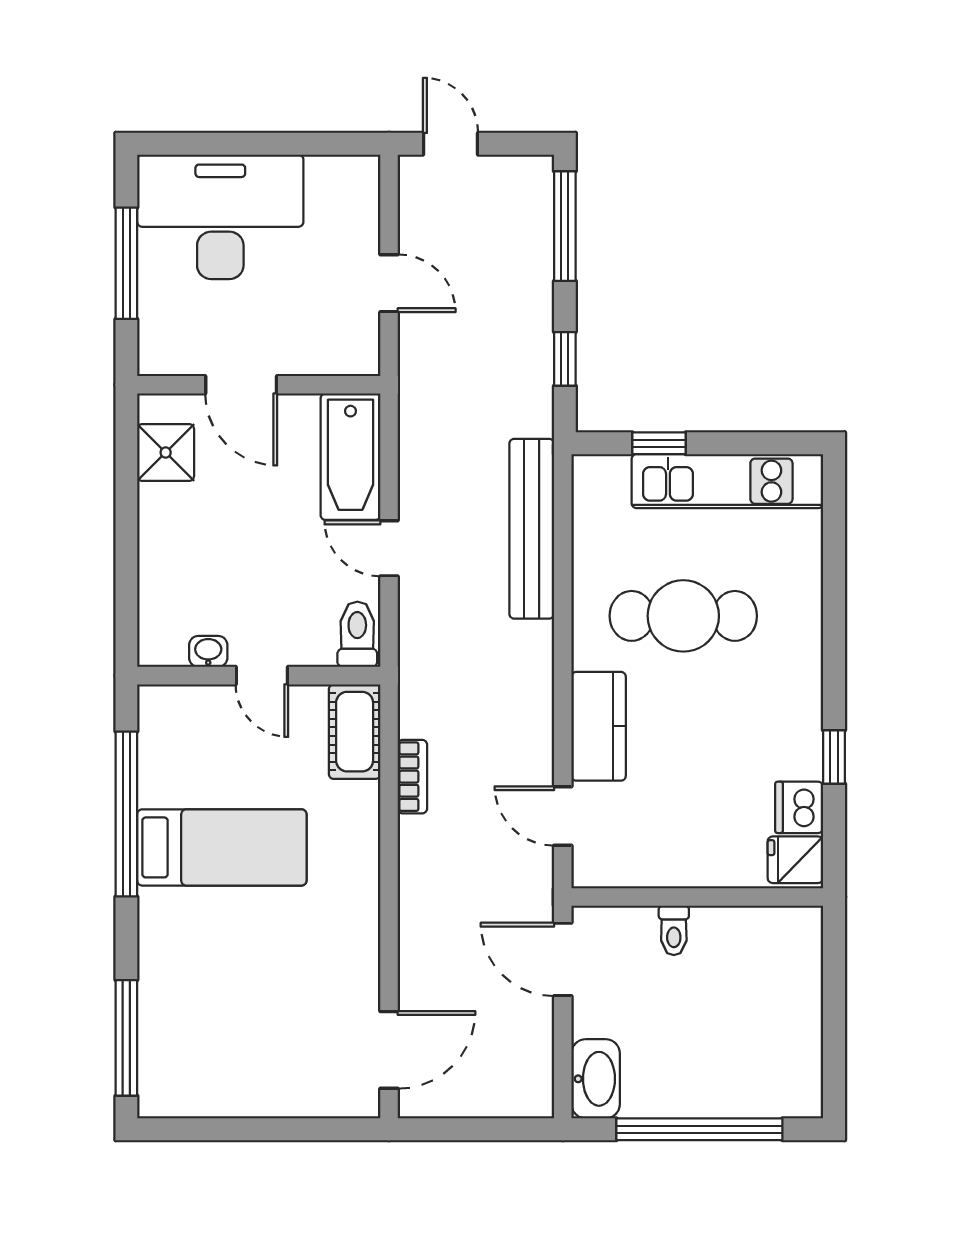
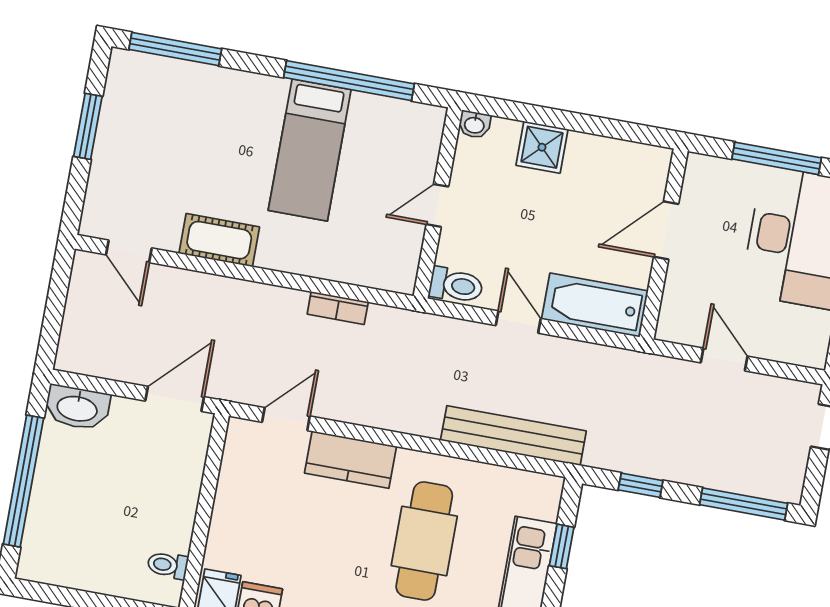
door: (389, 283) -> (724, 359), swing flipped
shower: (166, 453) -> (542, 147), moved
door: (389, 548) -> (518, 322), hinge flipped
washbasin: (208, 651) -> (474, 125), moved, turned 90
cot: (355, 732) -> (219, 240), moved
toilet: (674, 930) -> (168, 565), moved
door: (389, 1050) -> (129, 251), width x0.73
window: (243, 1129) -> (88, 126), added

